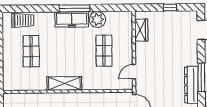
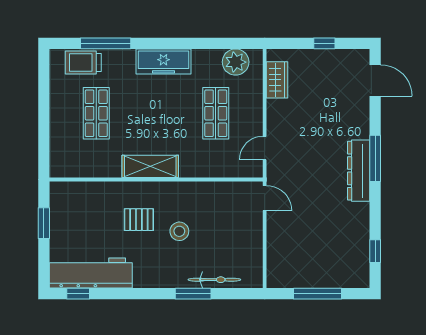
window: (74, 8) -> (106, 43), moved
plant: (97, 19) -> (236, 62), moved
trolley: (23, 20) -> (83, 63), turned 180

